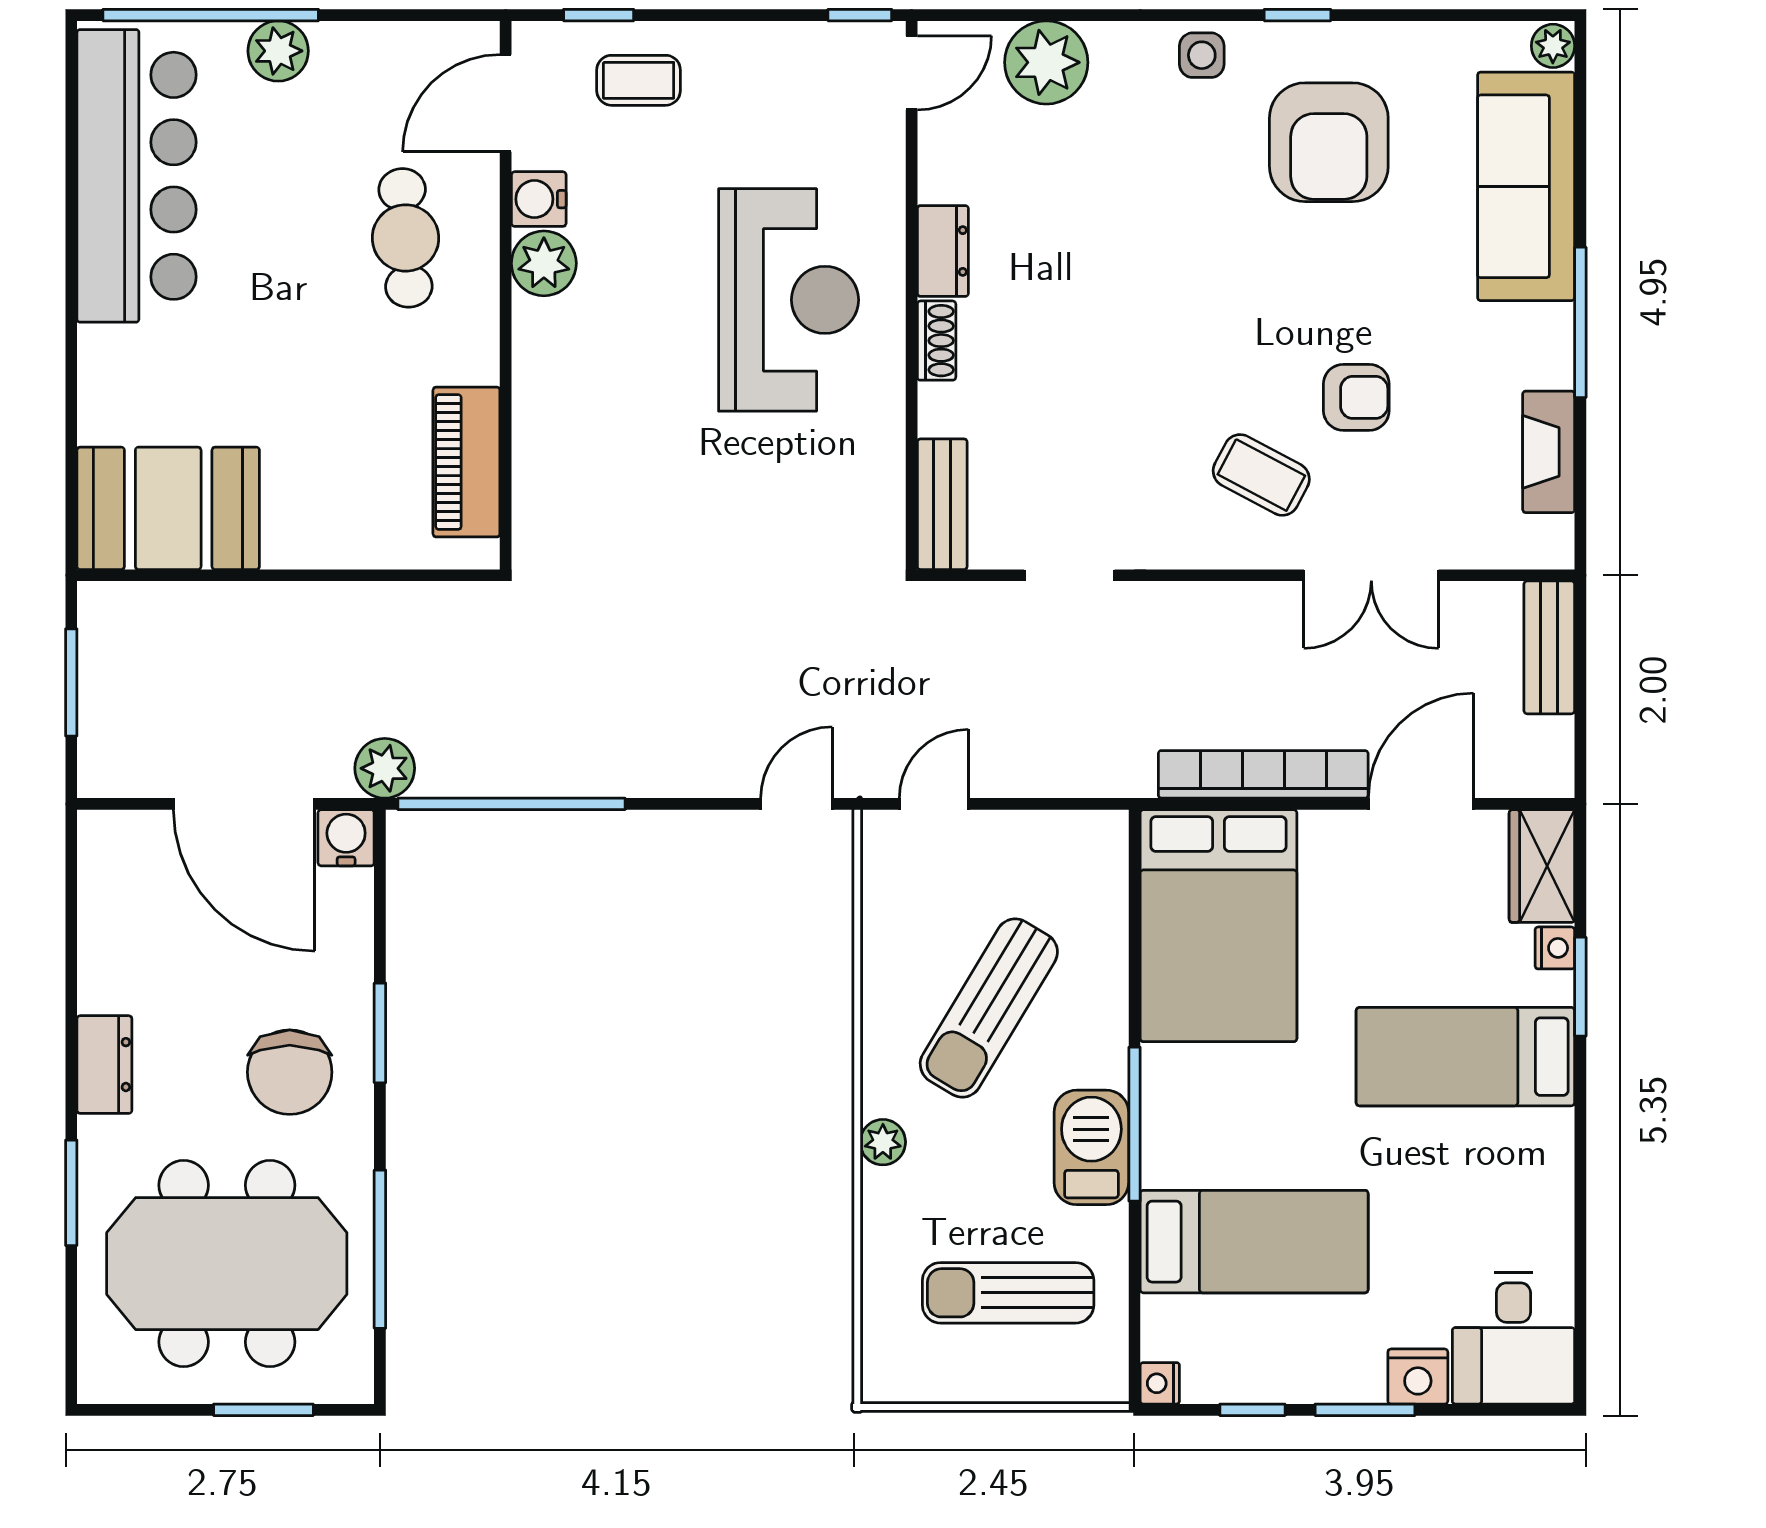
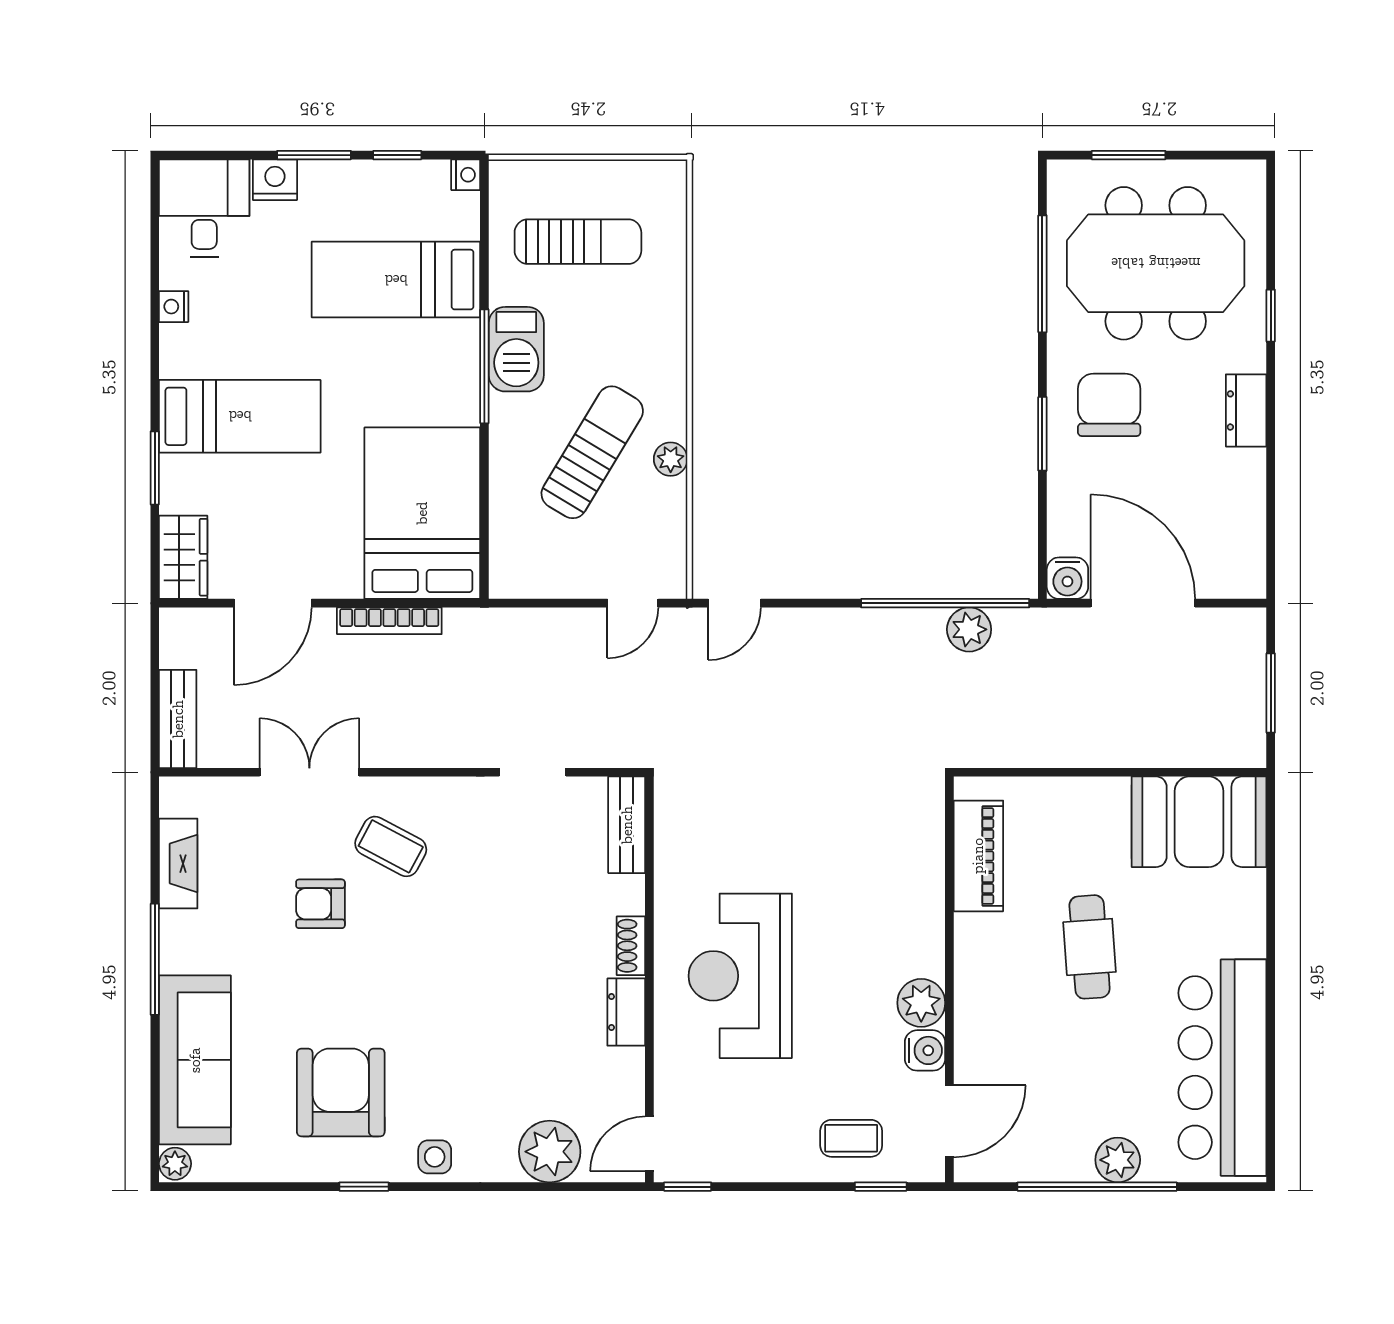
window: (211, 15) -> (1097, 1187), moved
cafe table: (405, 238) -> (1090, 947), moved
plant: (385, 768) -> (969, 629), moved
bookcase: (1263, 774) -> (389, 621), width x0.68, depth x0.76
nightstand: (1555, 948) -> (174, 307), moved
plant: (883, 1142) -> (671, 459), moved
window: (71, 1193) -> (1271, 316), width x0.67

